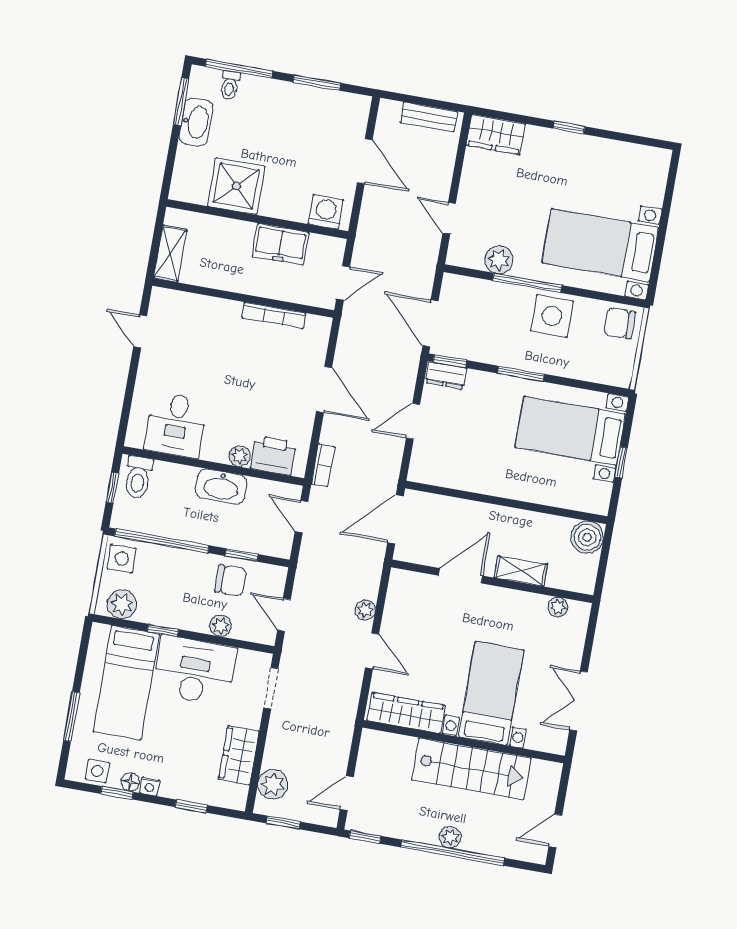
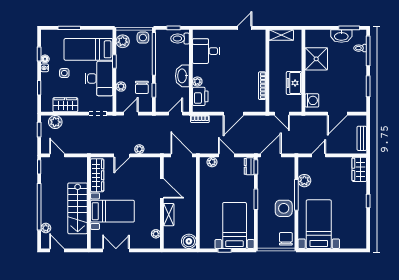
plant: (422, 455) -> (212, 162), added
side table: (97, 771) -> (64, 73), moved
plant: (450, 837) -> (46, 228), moved

